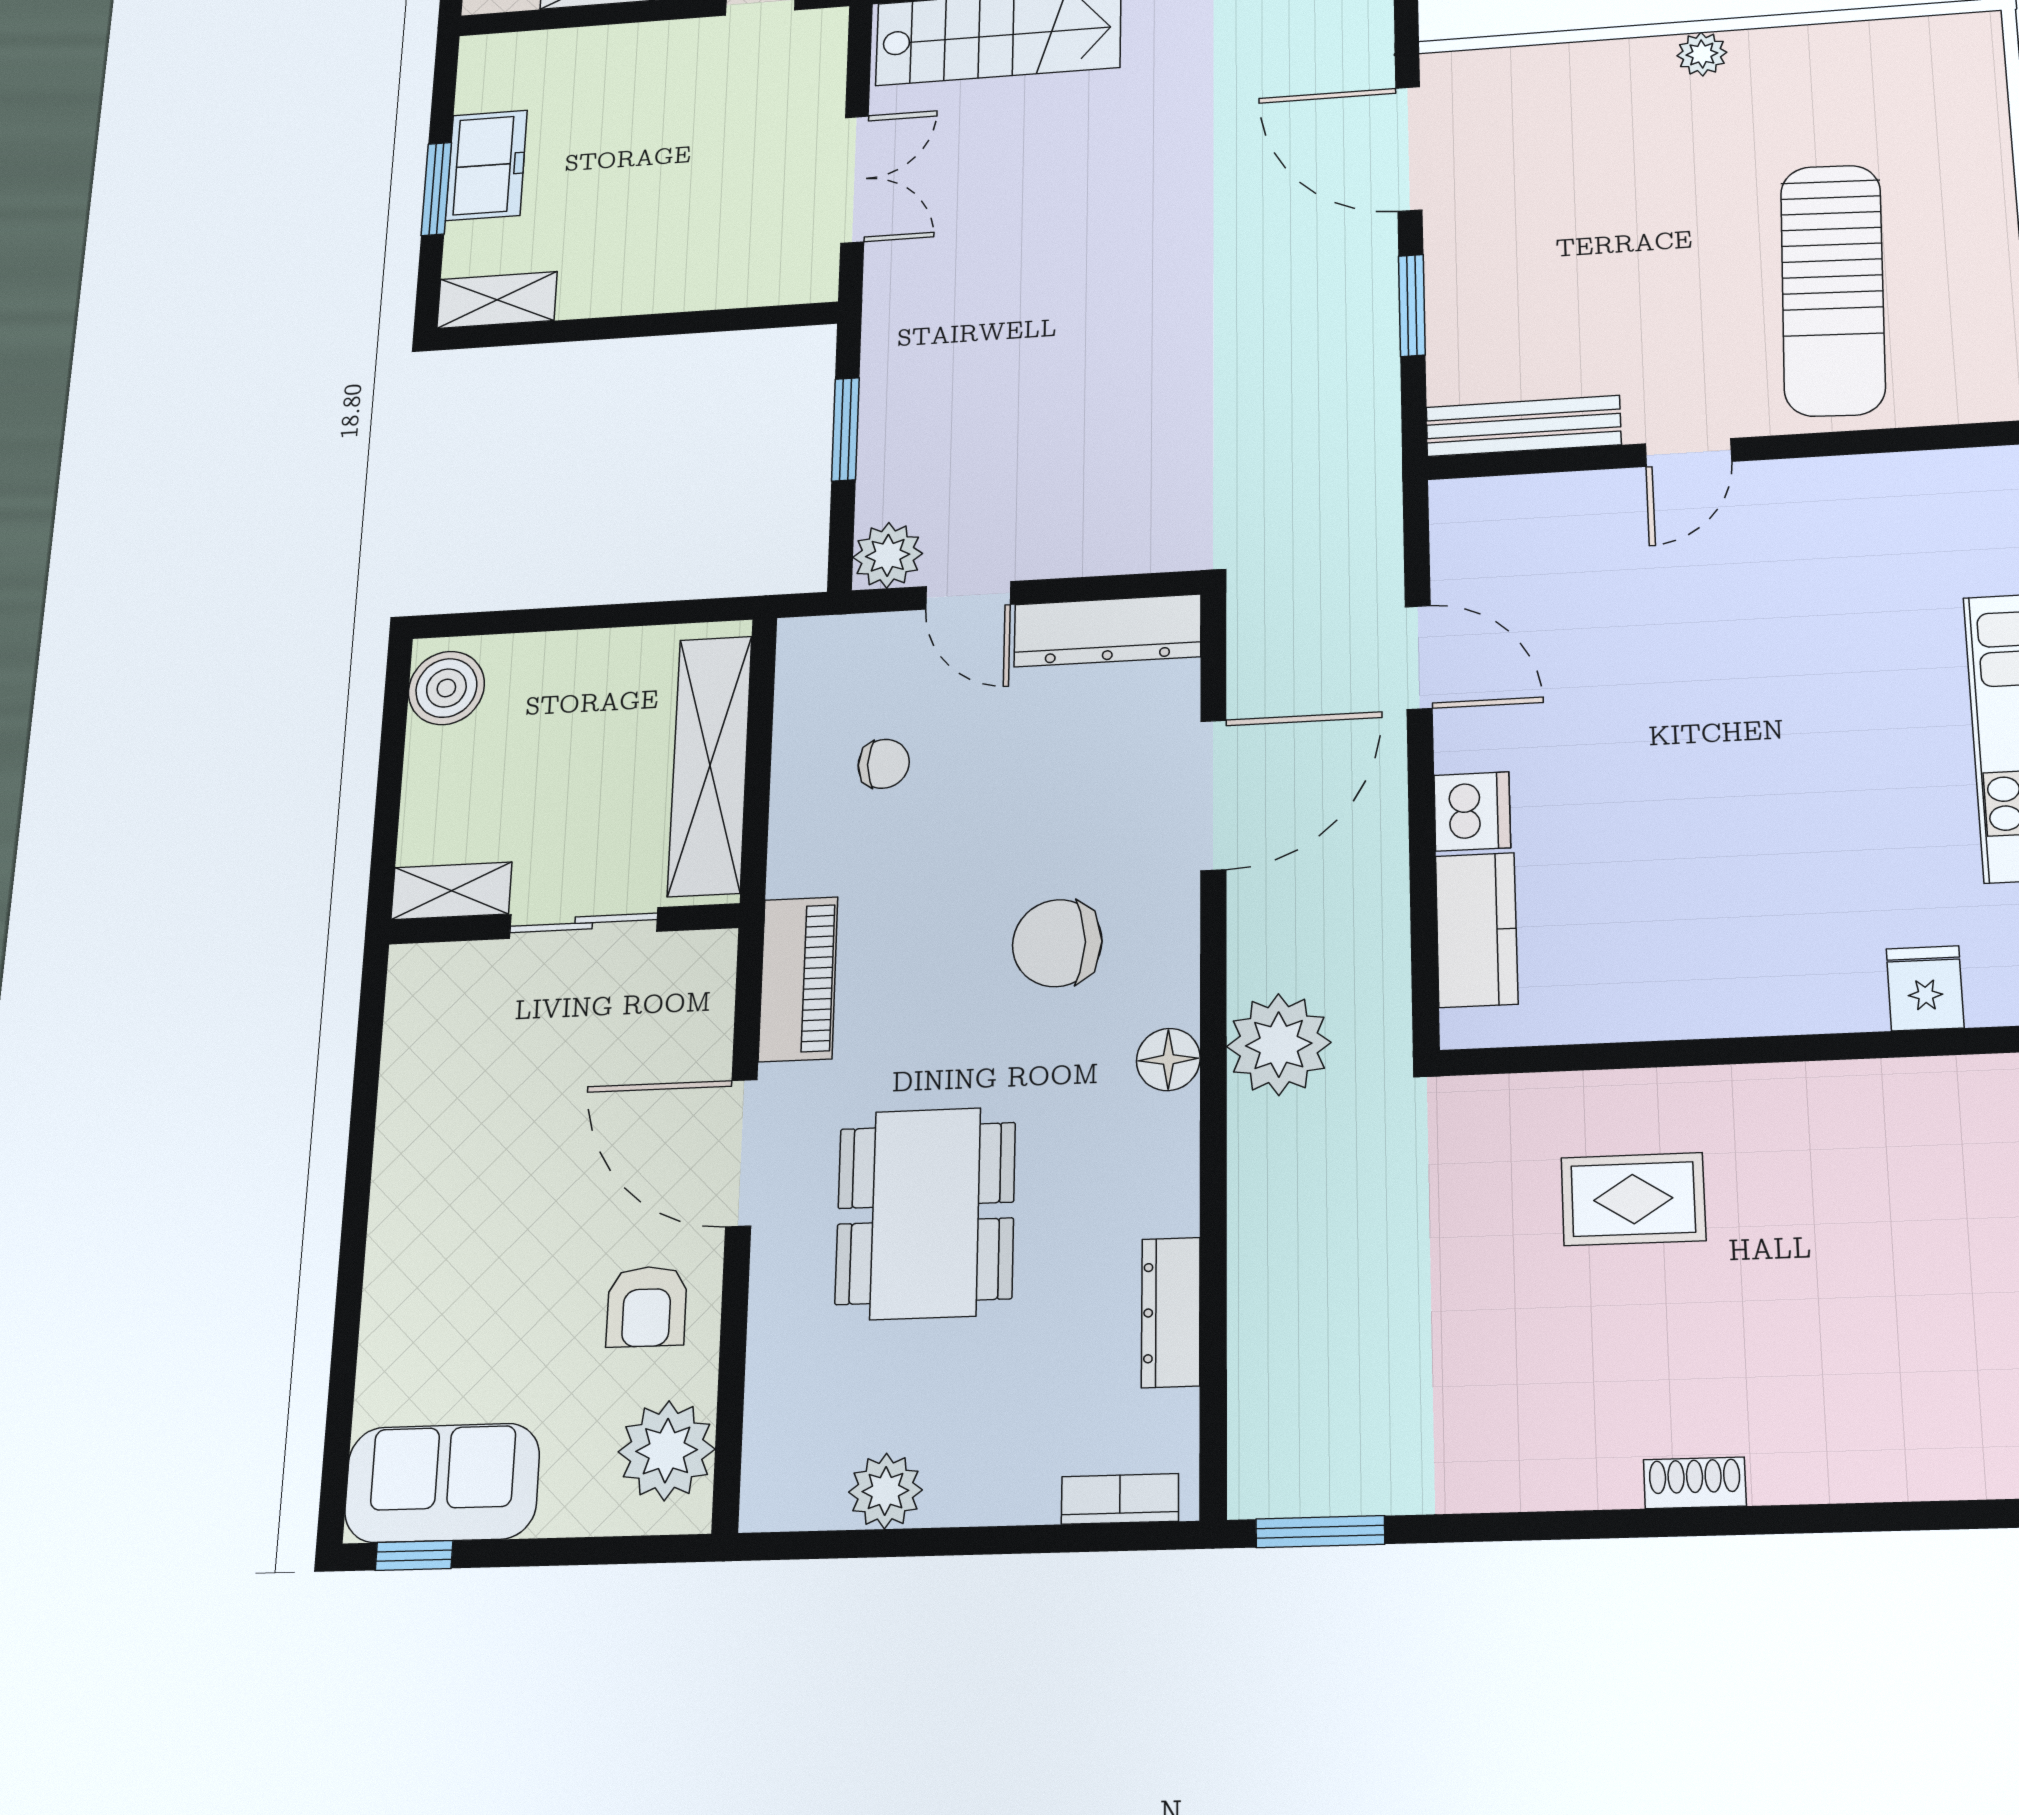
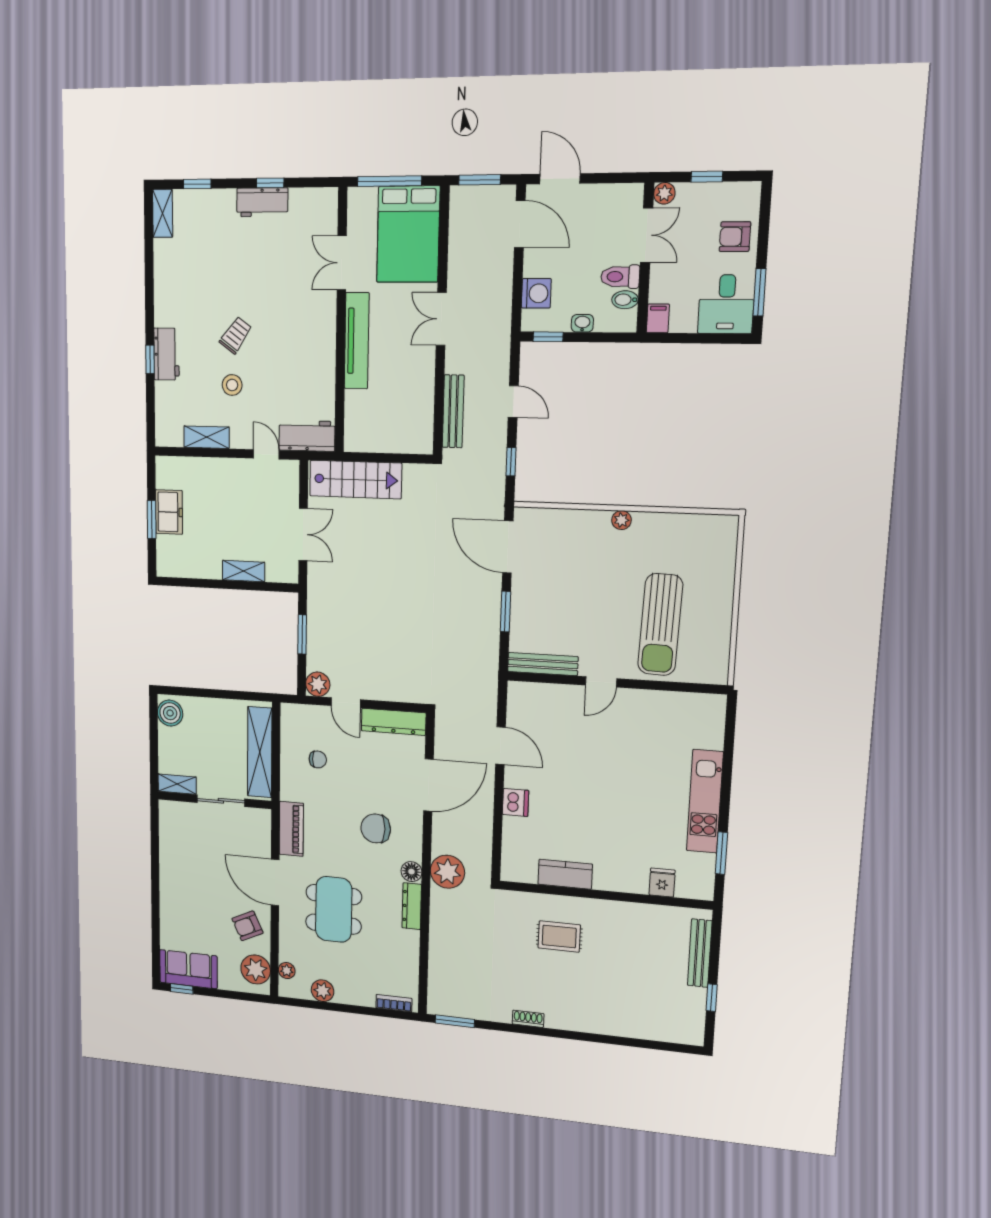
shelving: (497, 300) -> (244, 571), moved
kitchen counter: (1477, 930) -> (565, 874), moved, turned -90
armchair: (647, 1307) -> (247, 926), turned 65
dresser: (1171, 1312) -> (412, 906), moved
plant: (769, 1439) -> (287, 971), added
shoe rack: (1695, 1483) -> (528, 1019), moved

